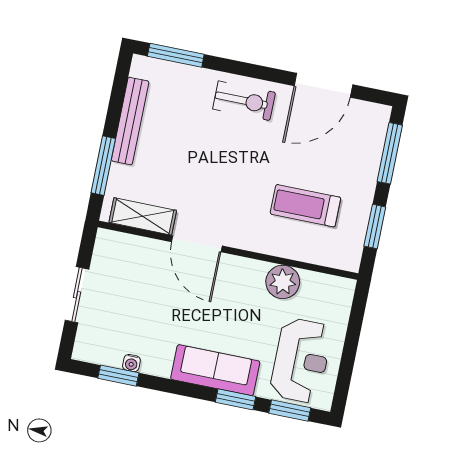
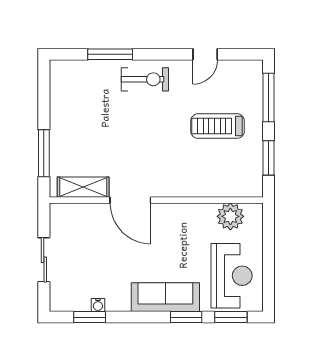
window: (176, 55) -> (110, 54), moved
door: (323, 85) -> (205, 54), width x0.53
bench: (130, 121) -> (58, 114), removed
treadmill: (305, 206) -> (218, 126), moved
plant: (283, 282) -> (230, 216), moved

